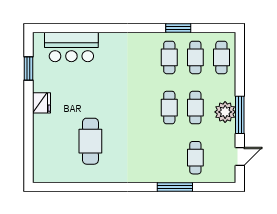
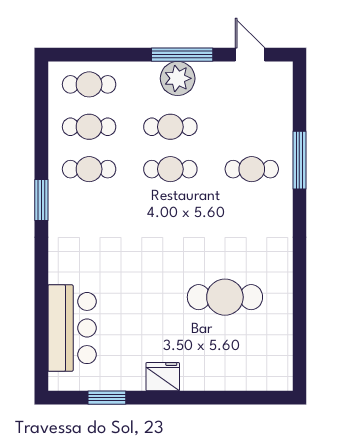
window: (178, 28) -> (41, 200), moved
cafe table: (195, 158) -> (252, 169), moved

